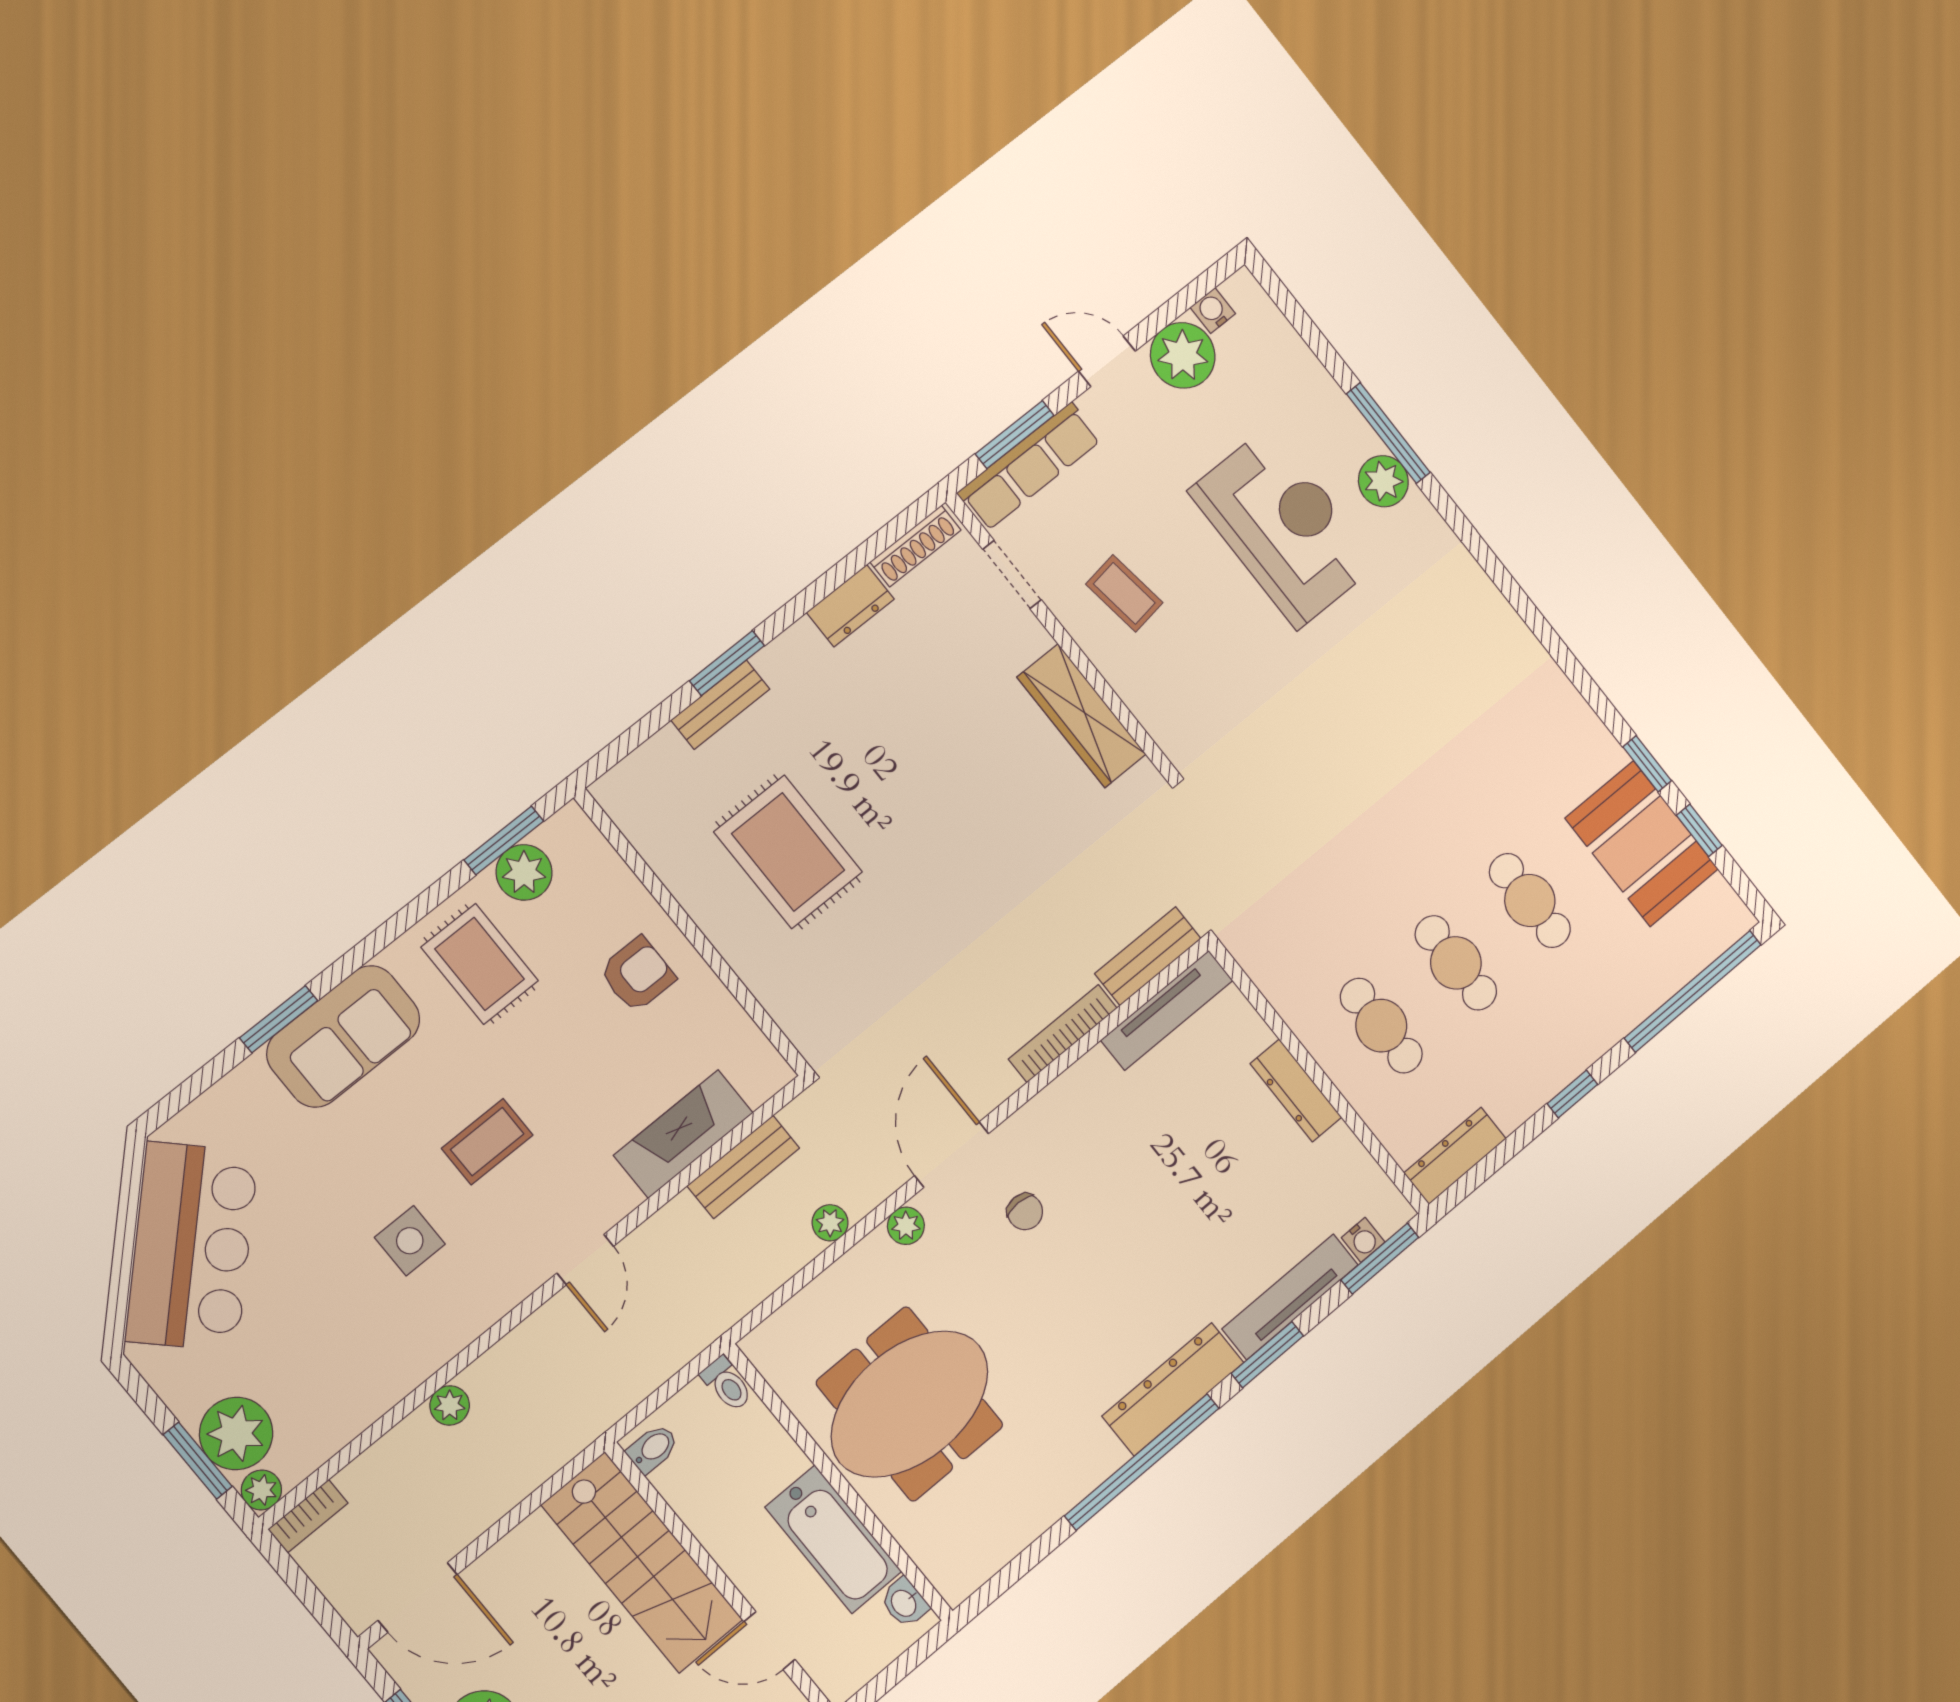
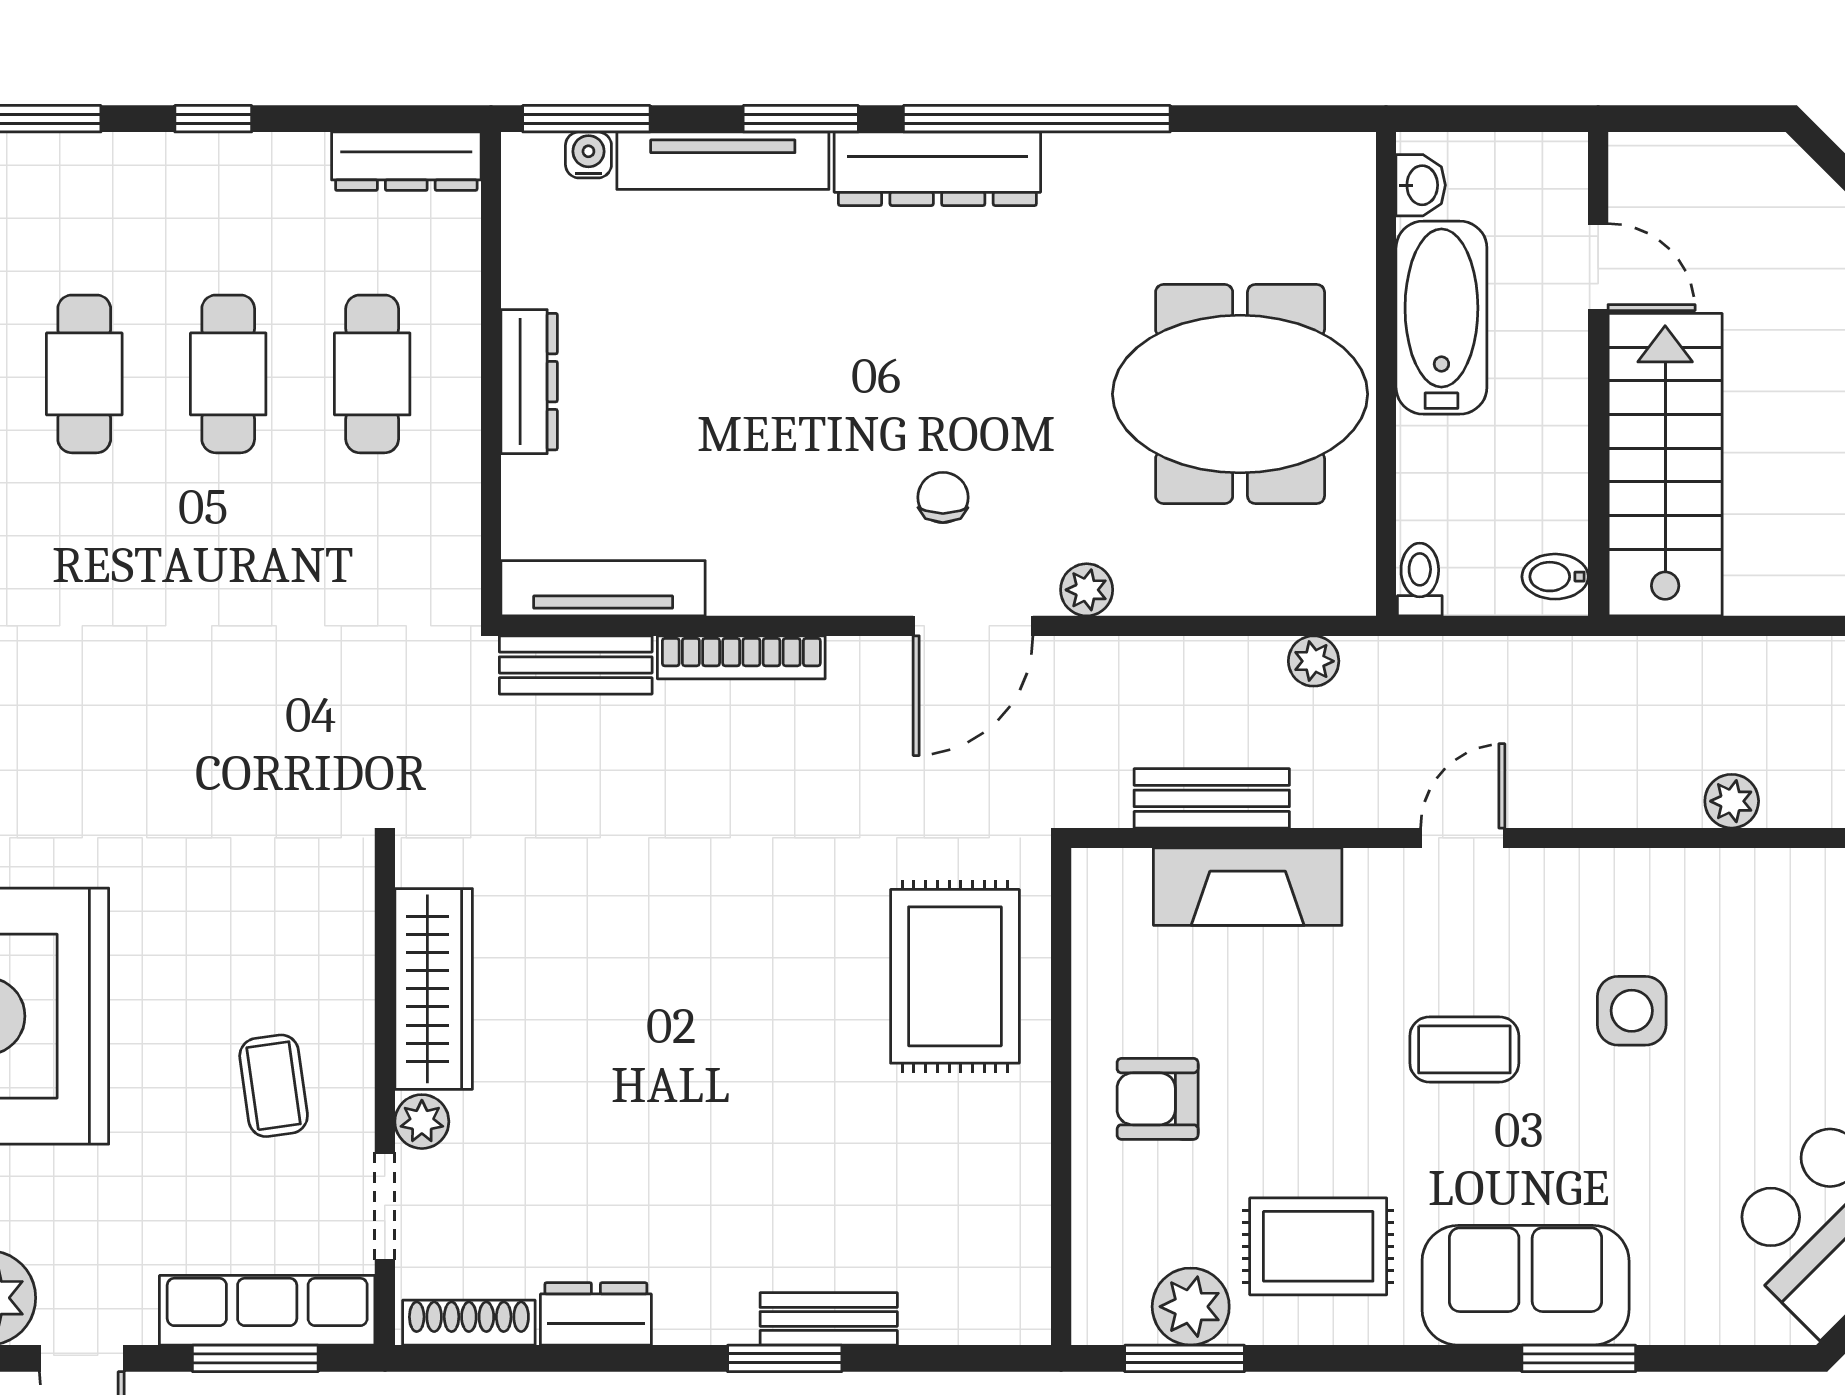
plant: (1030, 637) -> (422, 1122), added
rug: (788, 852) -> (955, 976), moved
rug: (480, 964) -> (1318, 1246), turned 90
plant: (830, 1223) -> (1314, 661), moved

